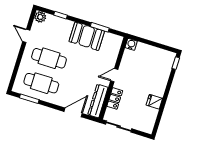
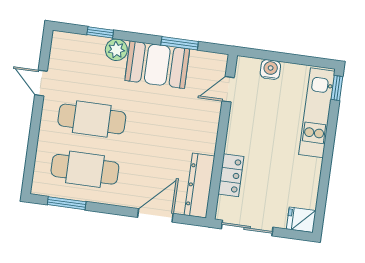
plant: (40, 17) -> (116, 50), moved
water cooler: (131, 44) -> (270, 70), moved
kitchen unit: (163, 74) -> (317, 113), added
door: (114, 75) -> (228, 89), moved
fridge: (154, 102) -> (301, 220), moved

